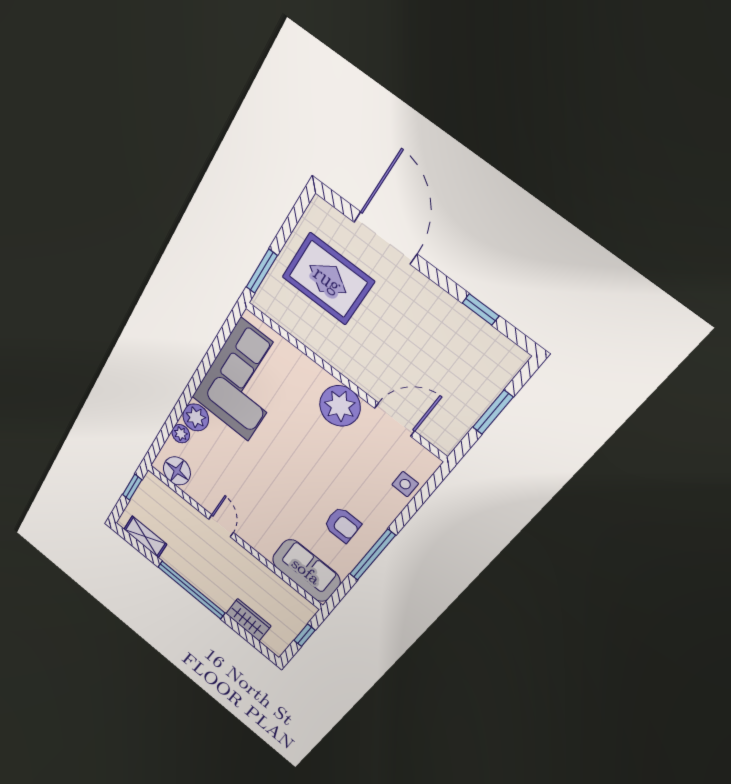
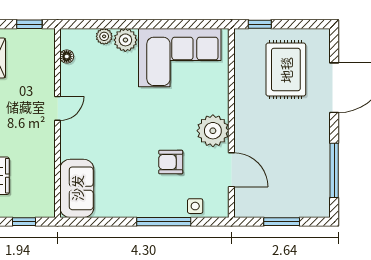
window: (262, 271) -> (260, 24), width x0.67
window: (481, 309) -> (334, 170), width x2.17
floor lamp: (177, 471) -> (67, 56), width x0.53, depth x0.53
armchair: (342, 525) -> (171, 162), moved, turned 90
window: (372, 555) -> (164, 222), moved

